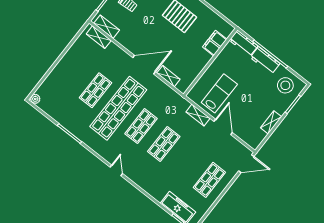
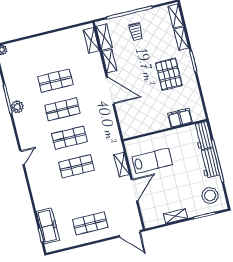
shelving: (168, 76) -> (109, 61), moved
shop shelf: (118, 108) -> (62, 109), width x0.50, depth x0.74
plant: (82, 134) -> (17, 107), added

